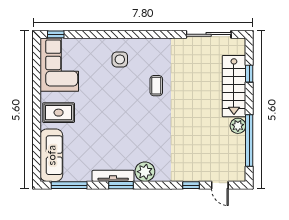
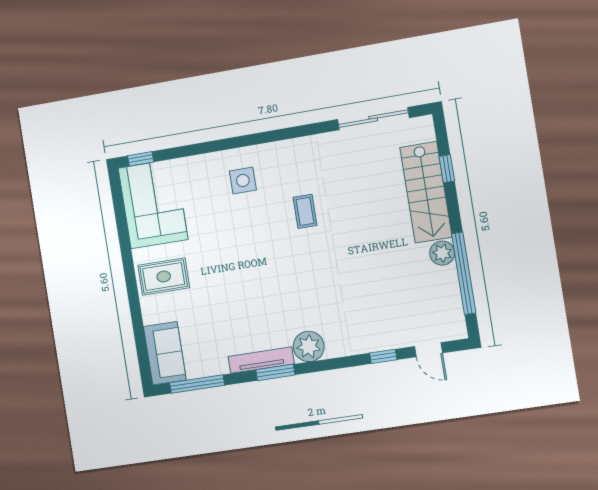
sofa: (51, 155) -> (165, 353), width x0.73

